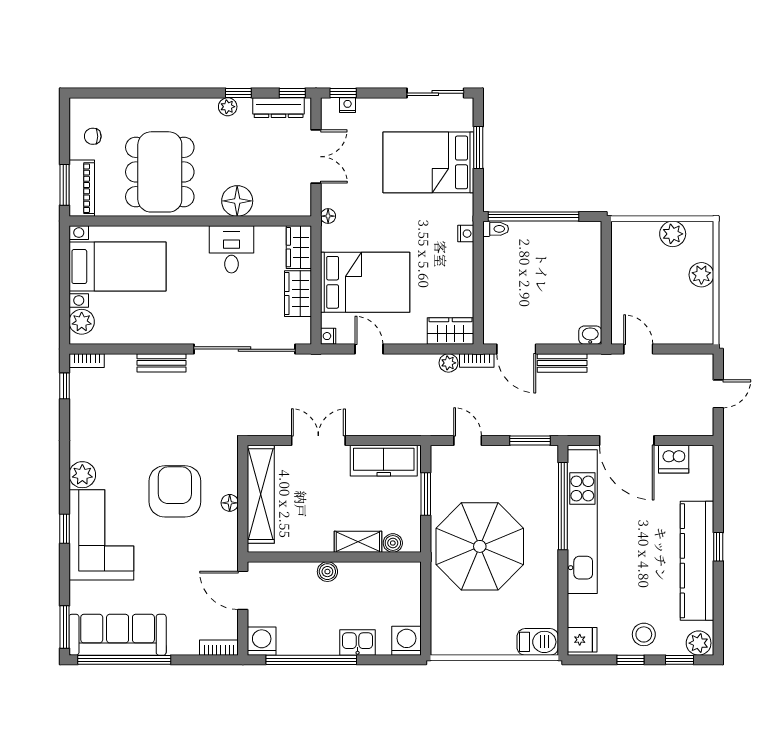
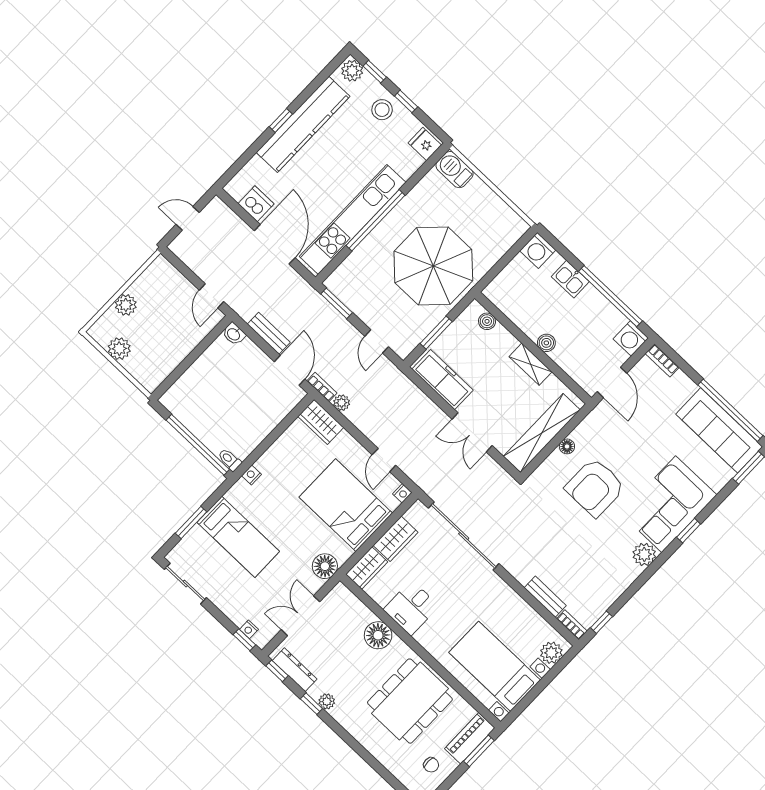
bed: (428, 162) -> (238, 537), width x0.67
floor lamp: (328, 216) -> (325, 566), width x1.89, depth x1.89
bench: (161, 363) -> (545, 597), moved
window: (563, 506) -> (376, 220), moved
shelving: (358, 542) -> (531, 364), moved

